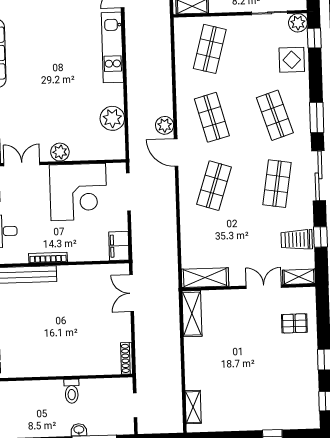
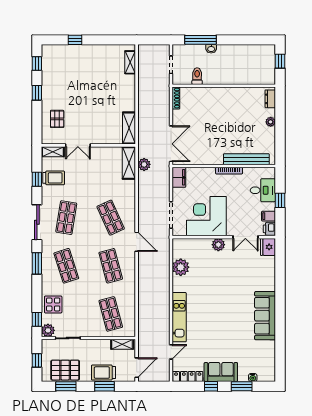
shop shelf: (210, 49) -> (111, 314), turned -30
plant: (165, 125) -> (144, 164), moved
shop shelf: (214, 186) -> (111, 218), turned -42
shelving: (205, 278) -> (129, 163), moved, turned 90
double door: (132, 293) -> (171, 144), width x1.37
pallet: (294, 323) -> (57, 119), turned 90
toilet: (72, 391) -> (197, 76), moved

